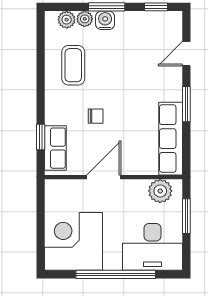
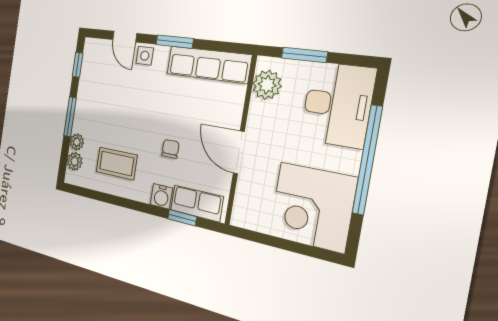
water cooler: (105, 20) -> (161, 196), moved, turned -90
side table: (172, 77) -> (145, 56), added

